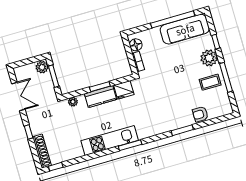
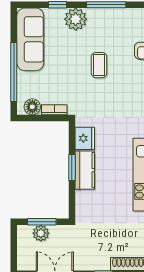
window: (173, 19) -> (14, 72), moved
plant: (42, 67) -> (41, 233), moved
coffee table: (210, 82) -> (99, 65), moved
plant: (73, 102) -> (81, 207), removed

